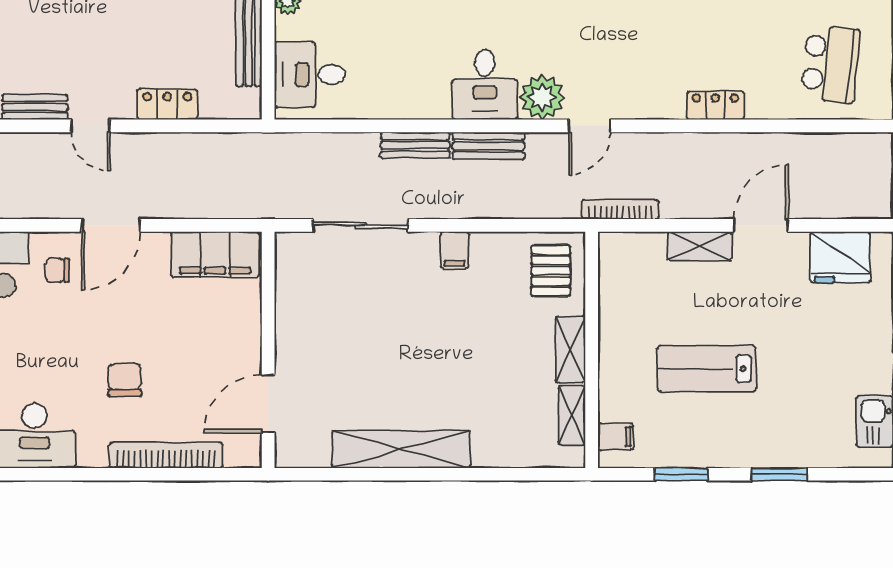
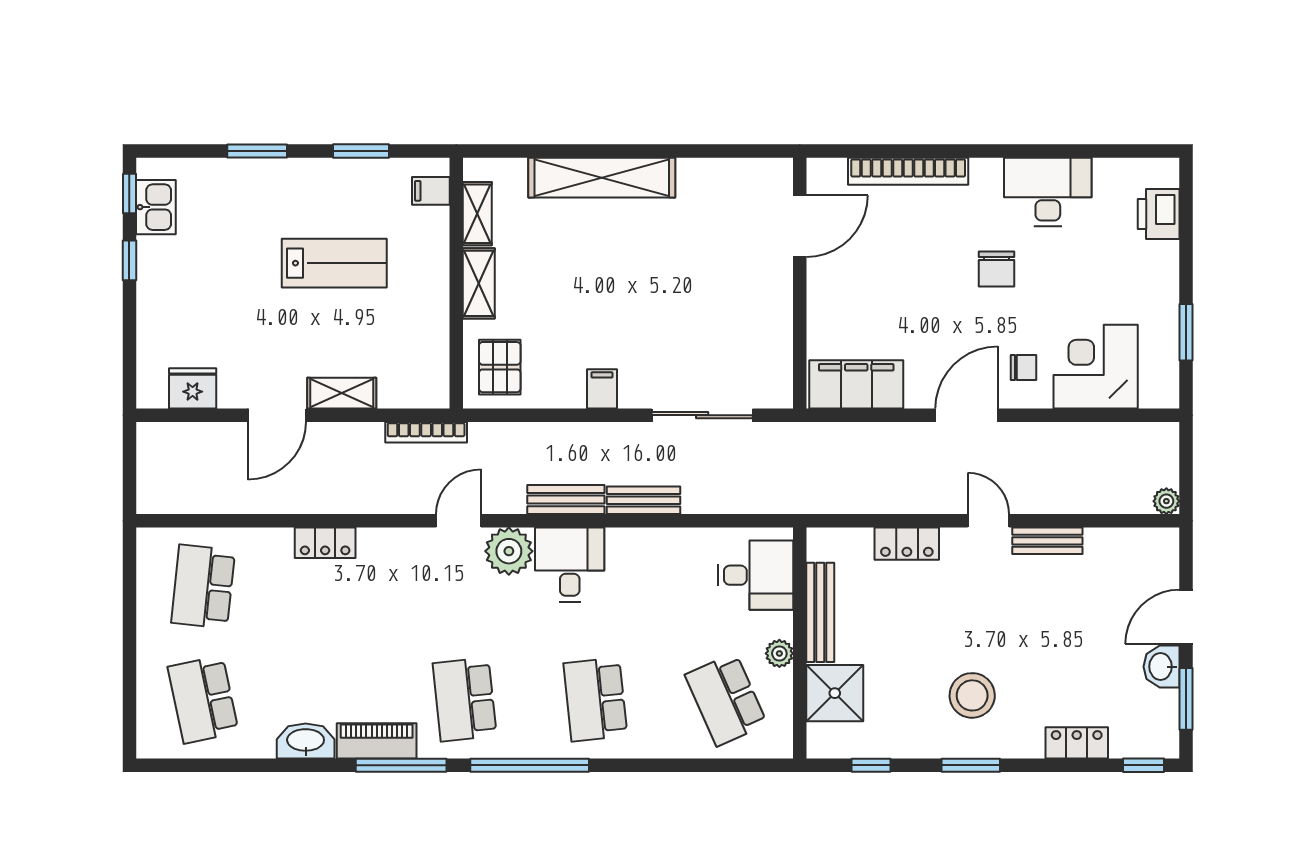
fridge: (840, 257) -> (193, 388), width x0.73, depth x0.75
chair: (125, 380) -> (996, 269), moved
shelving: (401, 449) -> (602, 178), moved

